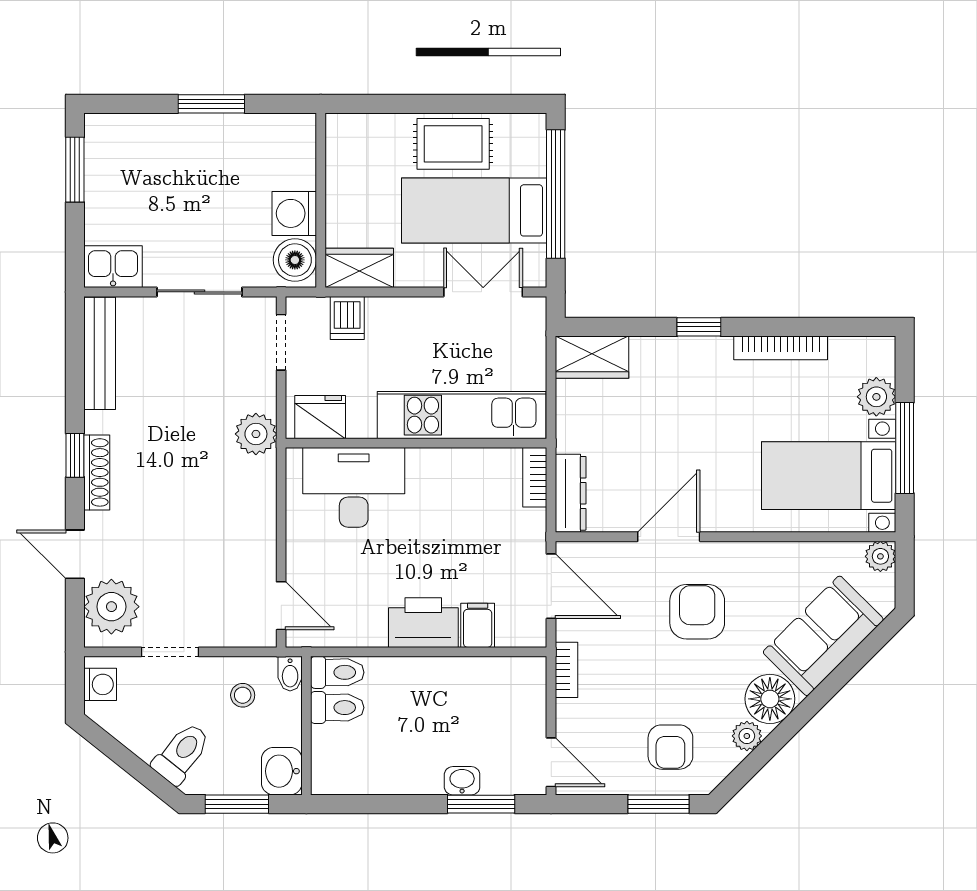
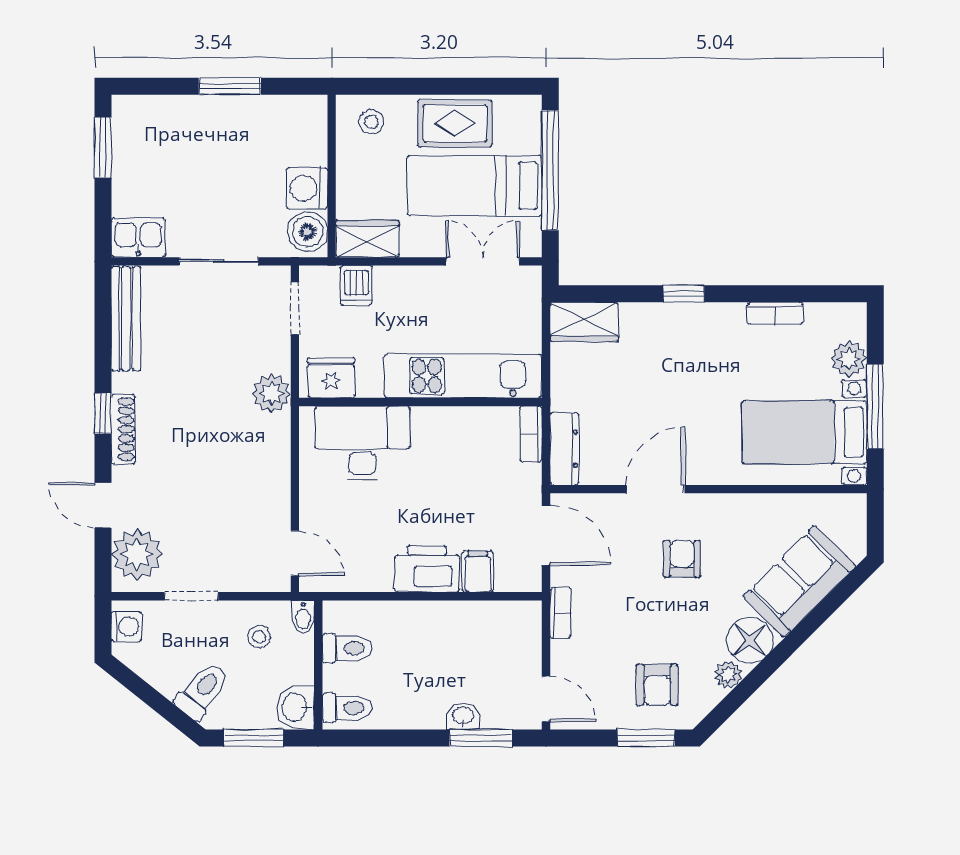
stool: (363, 142) -> (371, 122), added
bookcase: (781, 348) -> (775, 313), width x0.64
plant: (880, 556) -> (853, 507), removed
armchair: (697, 612) -> (682, 559), width x0.72, depth x0.72
toilet: (337, 672) -> (347, 708), moved

